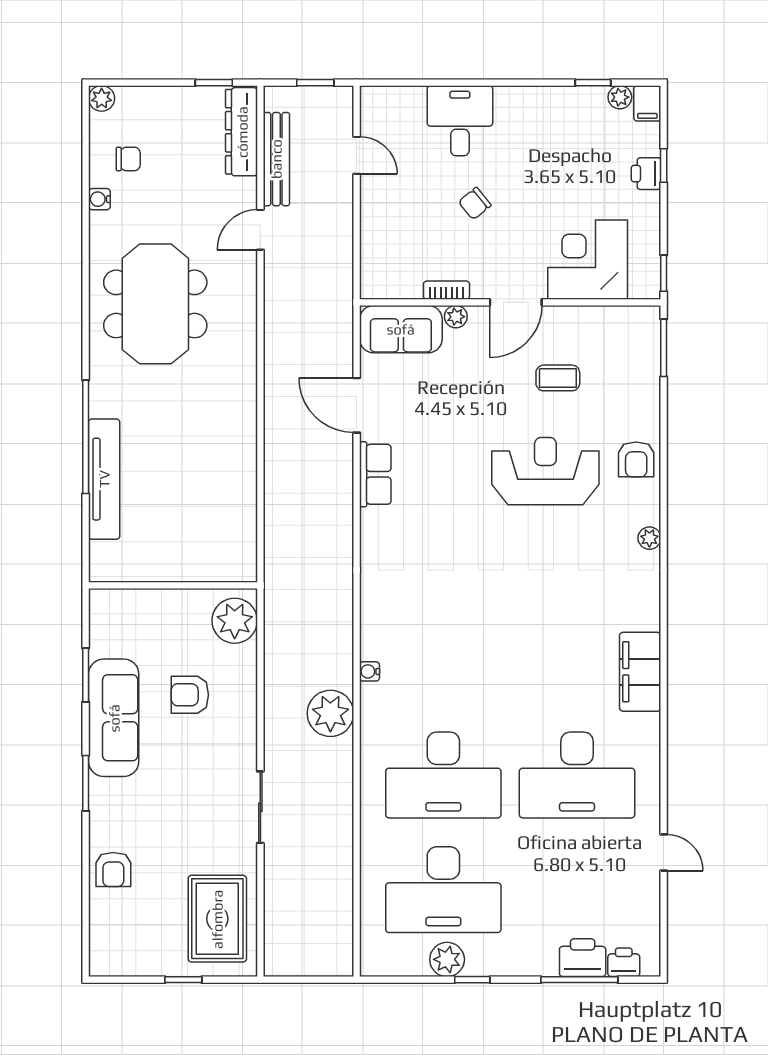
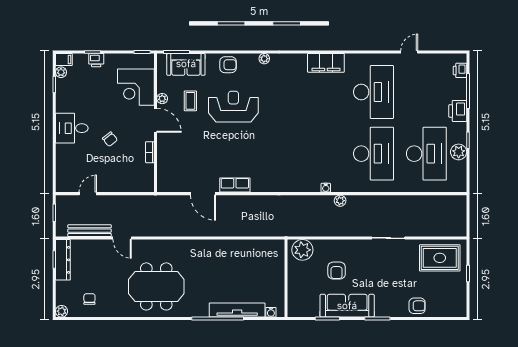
desk: (460, 121) -> (72, 128), moved
dresser: (242, 132) -> (63, 260), moved, turned -90
water cooler: (99, 199) -> (271, 312), moved
plant: (456, 317) -> (162, 99), moved
sofa: (401, 329) -> (186, 64), moved, turned 90
door: (357, 405) -> (203, 194), hinge flipped
reception desk: (545, 471) -> (233, 107), turned 90
plant: (330, 713) -> (340, 201), width x0.53, depth x0.53
printer: (583, 958) -> (458, 111), moved

